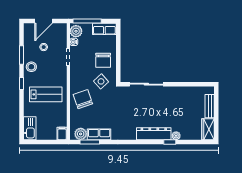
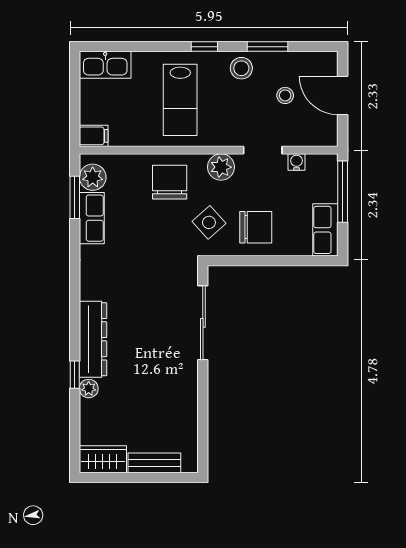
plant: (76, 31) -> (221, 167), moved
chair: (103, 60) -> (256, 227), turned 180
chair: (83, 99) -> (170, 182), turned -71

